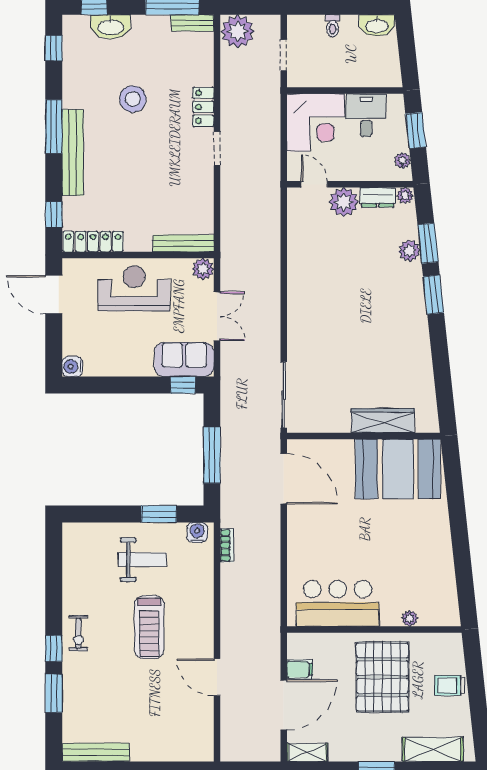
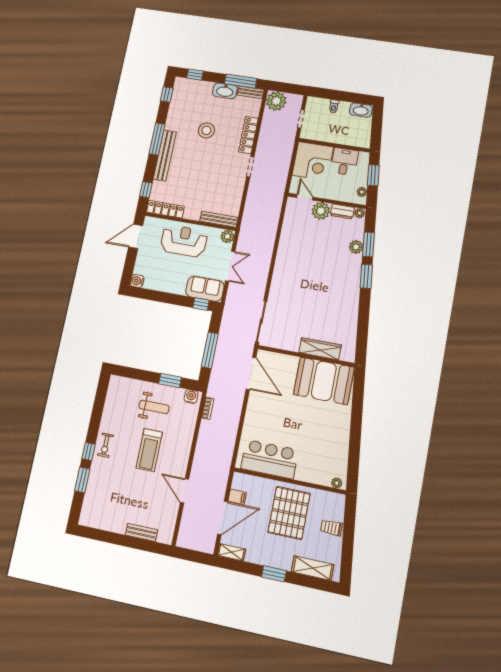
washbasin: (111, 27) -> (225, 91), moved
locker: (203, 107) -> (248, 135), width x1.53
door: (54, 294) -> (136, 236), hinge flipped
plant: (410, 618) -> (337, 483), moved
bench: (96, 752) -> (141, 532), moved, width x0.73

